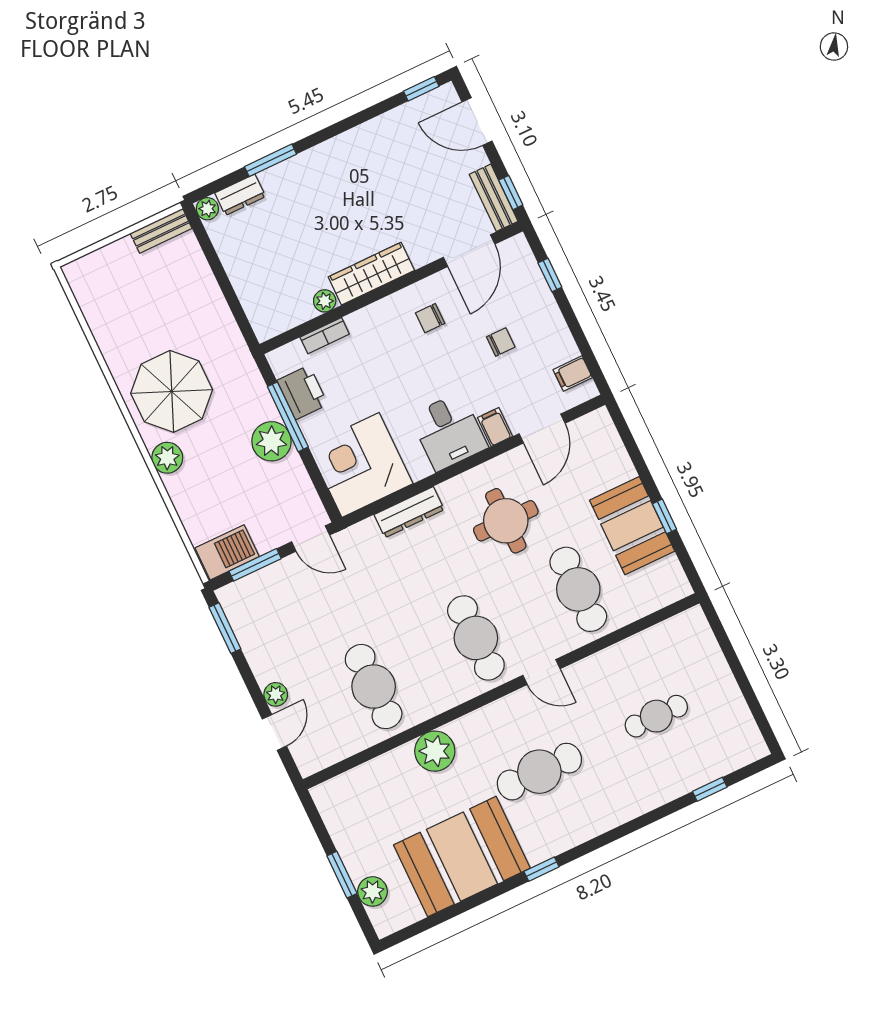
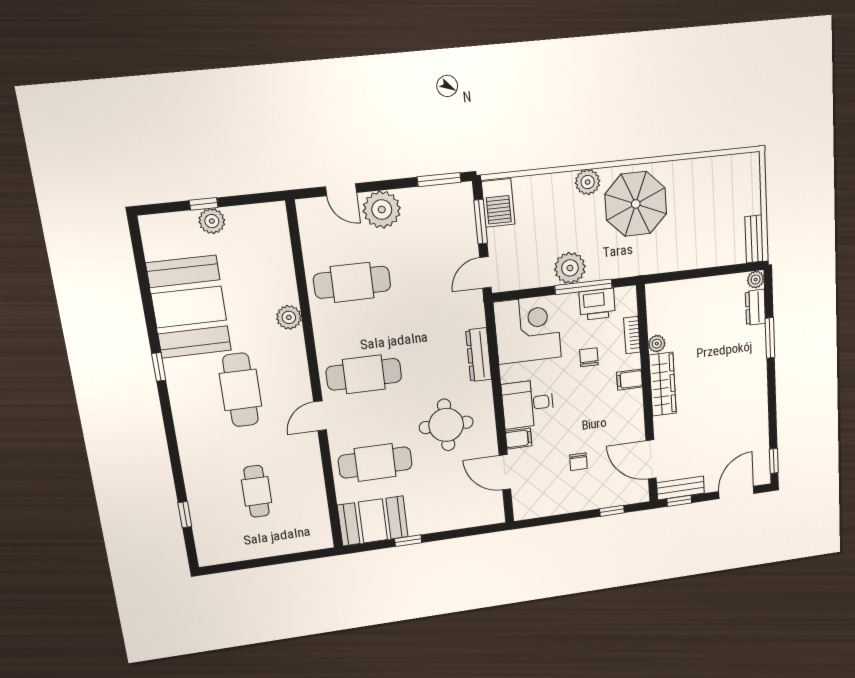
chair: (430, 318) -> (589, 357), moved
filing cabinet: (573, 374) -> (630, 380), moved, turned -90
booth: (632, 526) -> (373, 521), moved
plant: (276, 694) -> (382, 210), width x1.87, depth x1.87
plant: (435, 751) -> (289, 317), width x0.73, depth x0.73
window: (342, 875) -> (204, 204), width x0.67
plant: (373, 891) -> (212, 221), moved

